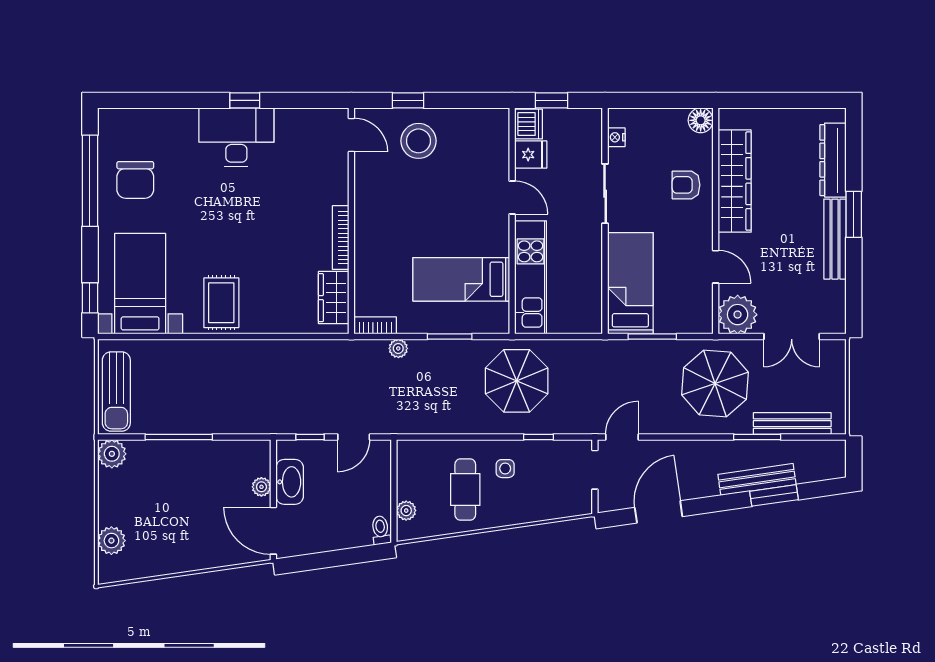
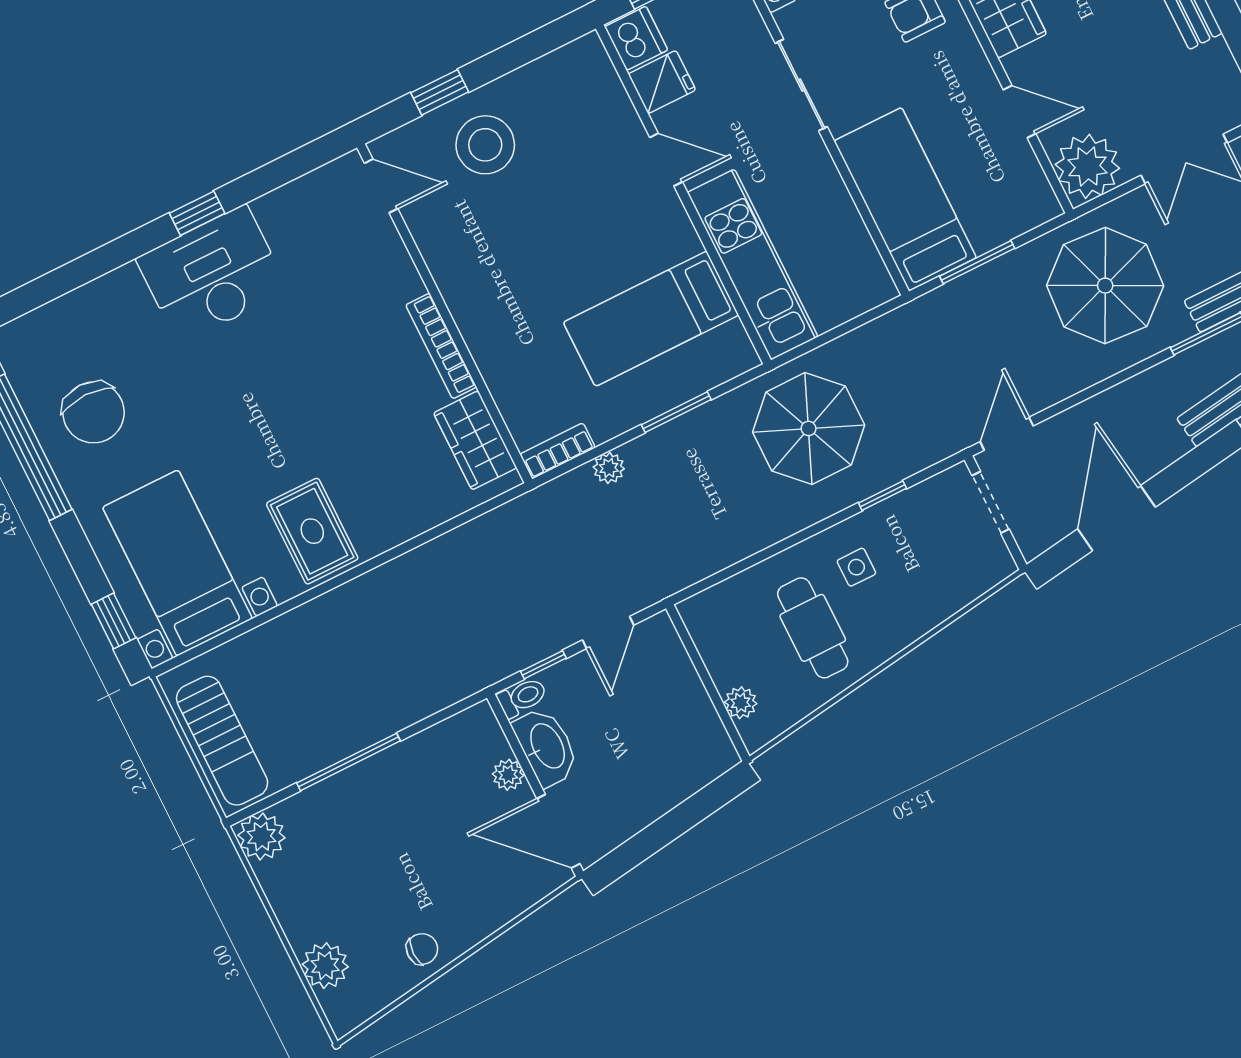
toilet: (381, 530) -> (522, 697), moved, turned 98
chair: (168, 558) -> (422, 949), added

